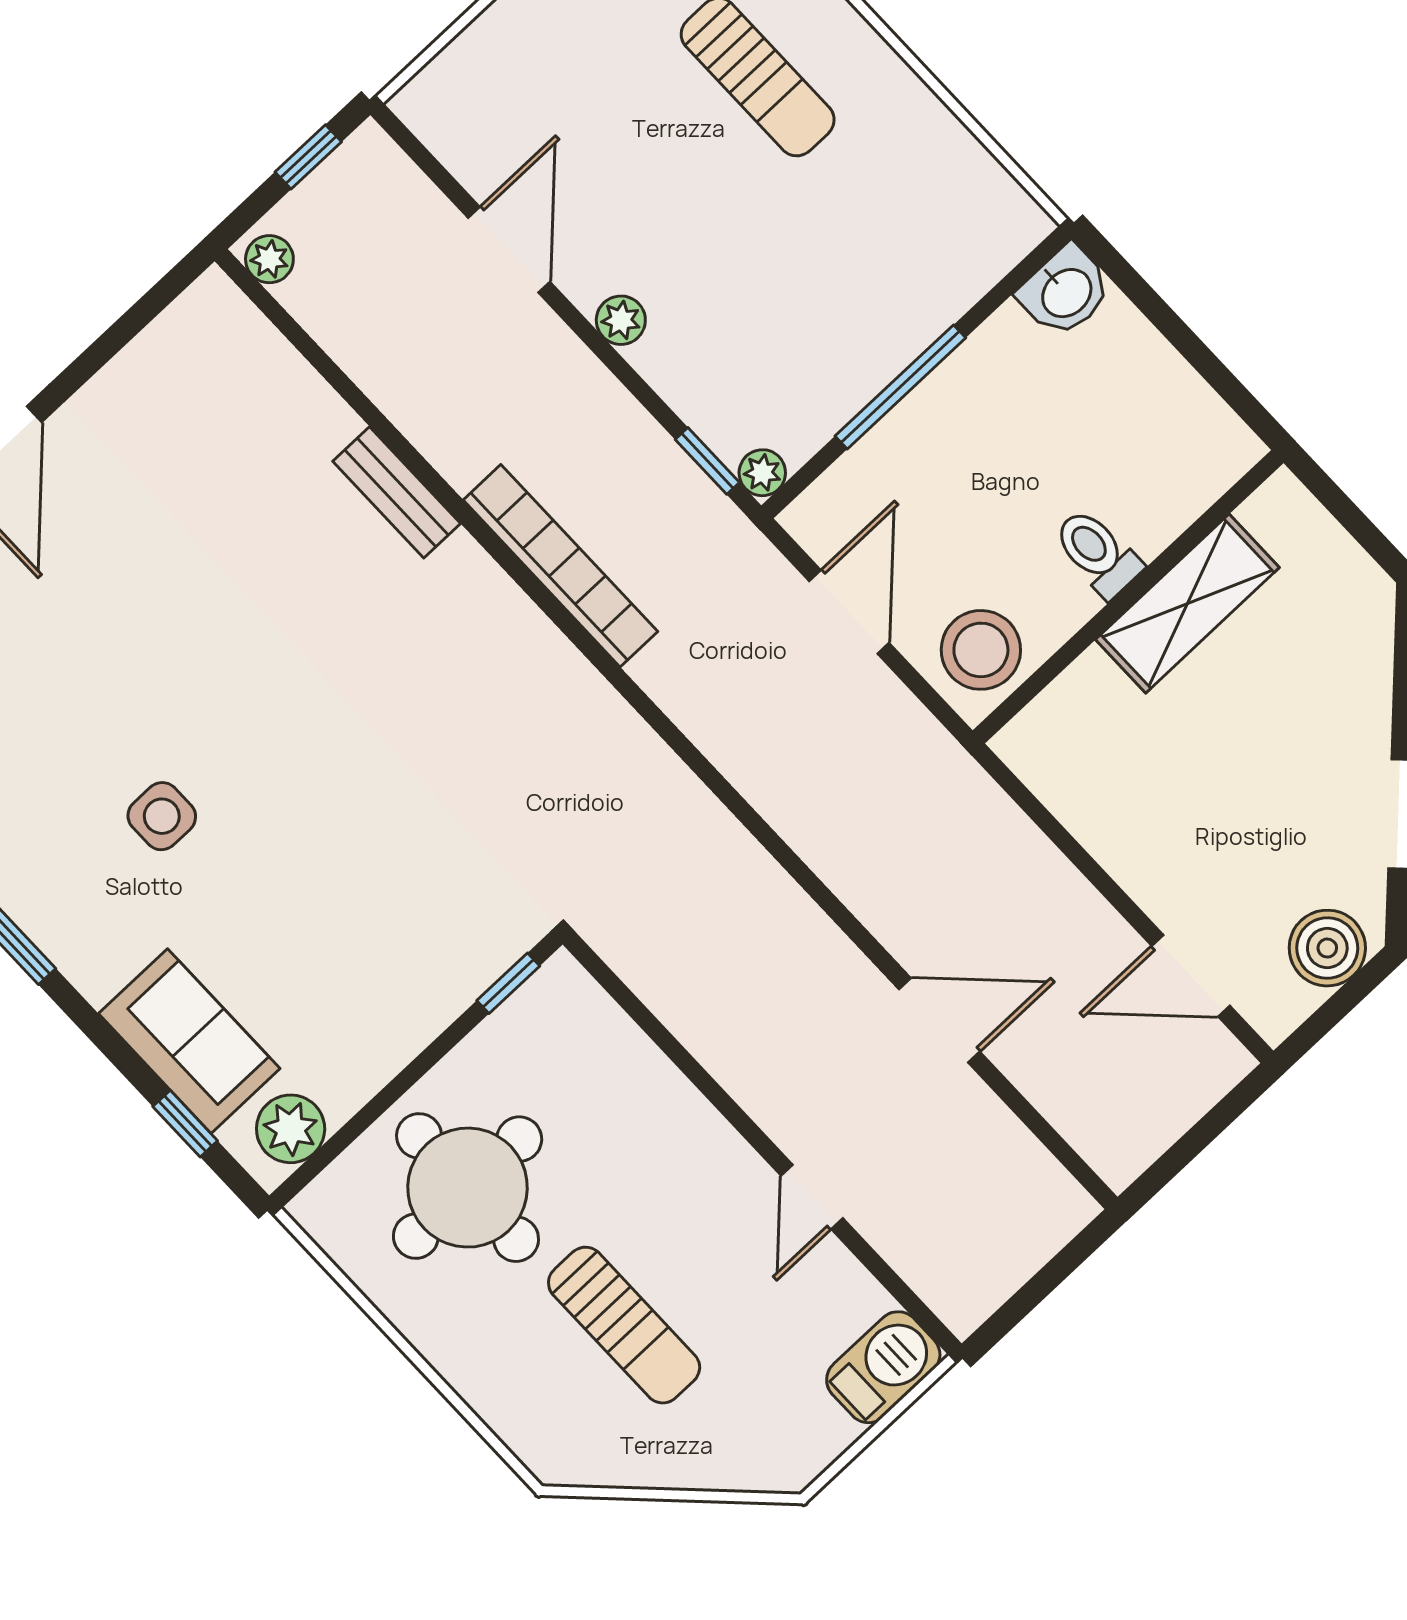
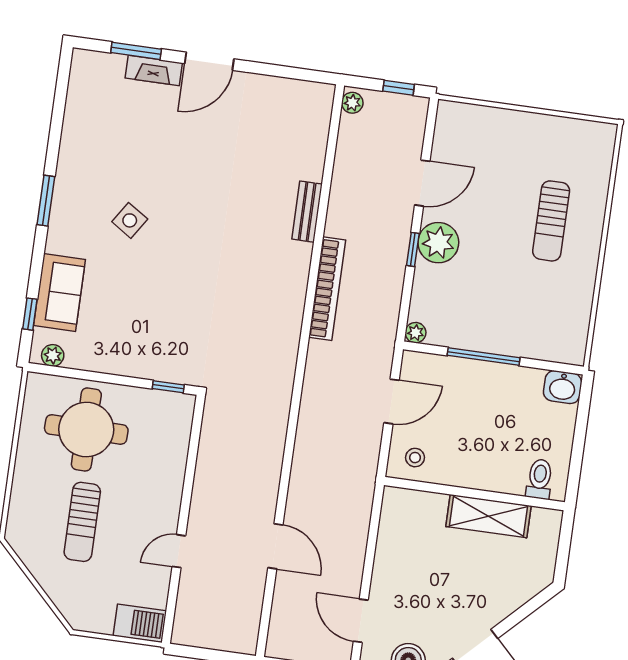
plant: (621, 320) -> (438, 243), width x1.87, depth x1.87
window: (707, 461) -> (413, 249), moved
toilet: (1097, 553) -> (540, 479), moved
stool: (981, 650) -> (415, 458), width x0.53, depth x0.53
side table: (162, 816) -> (130, 220), turned 33
plant: (291, 1129) -> (53, 355), width x0.73, depth x0.73

